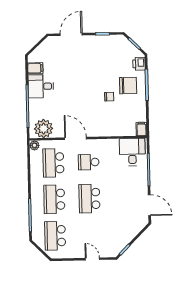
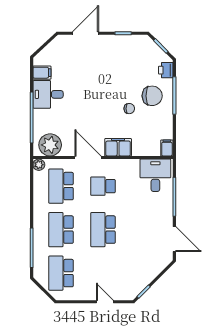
filing cabinet: (101, 129) -> (118, 147), added

